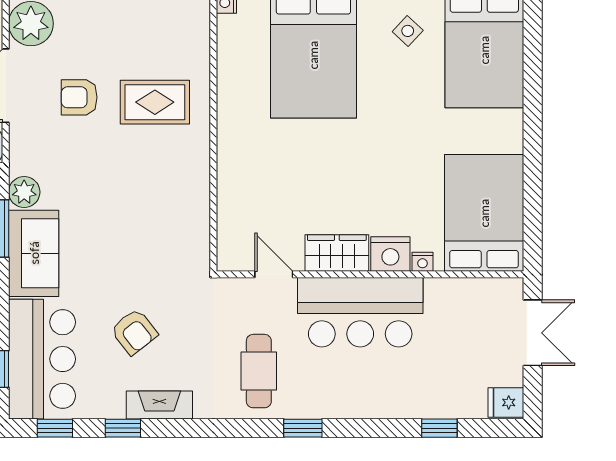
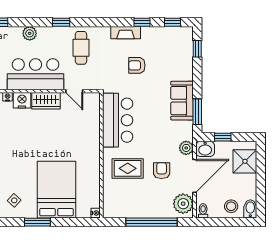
armchair: (79, 97) -> (162, 171), turned -90
plant: (24, 192) -> (186, 148), moved
armchair: (134, 332) -> (137, 65), turned -52
bar counter: (42, 359) -> (118, 120), moved, turned 180
plant: (373, 403) -> (30, 33), added

